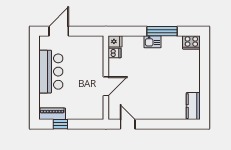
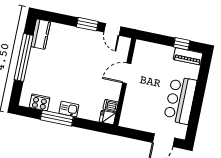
cooker: (191, 42) -> (40, 102), moved
window: (205, 81) -> (24, 58), added
window: (152, 124) -> (87, 24), added

